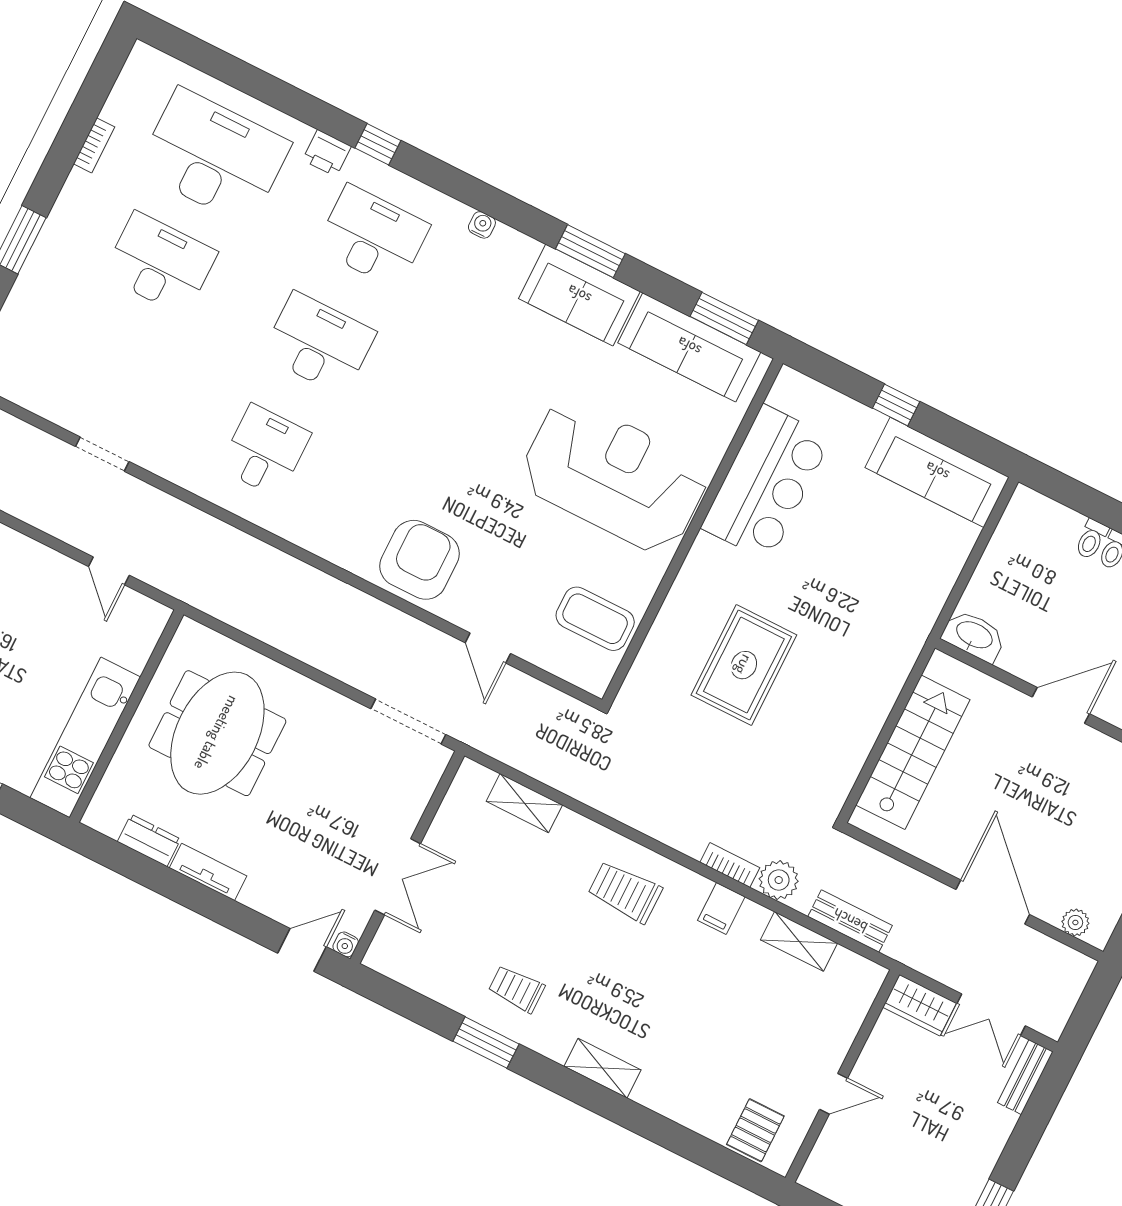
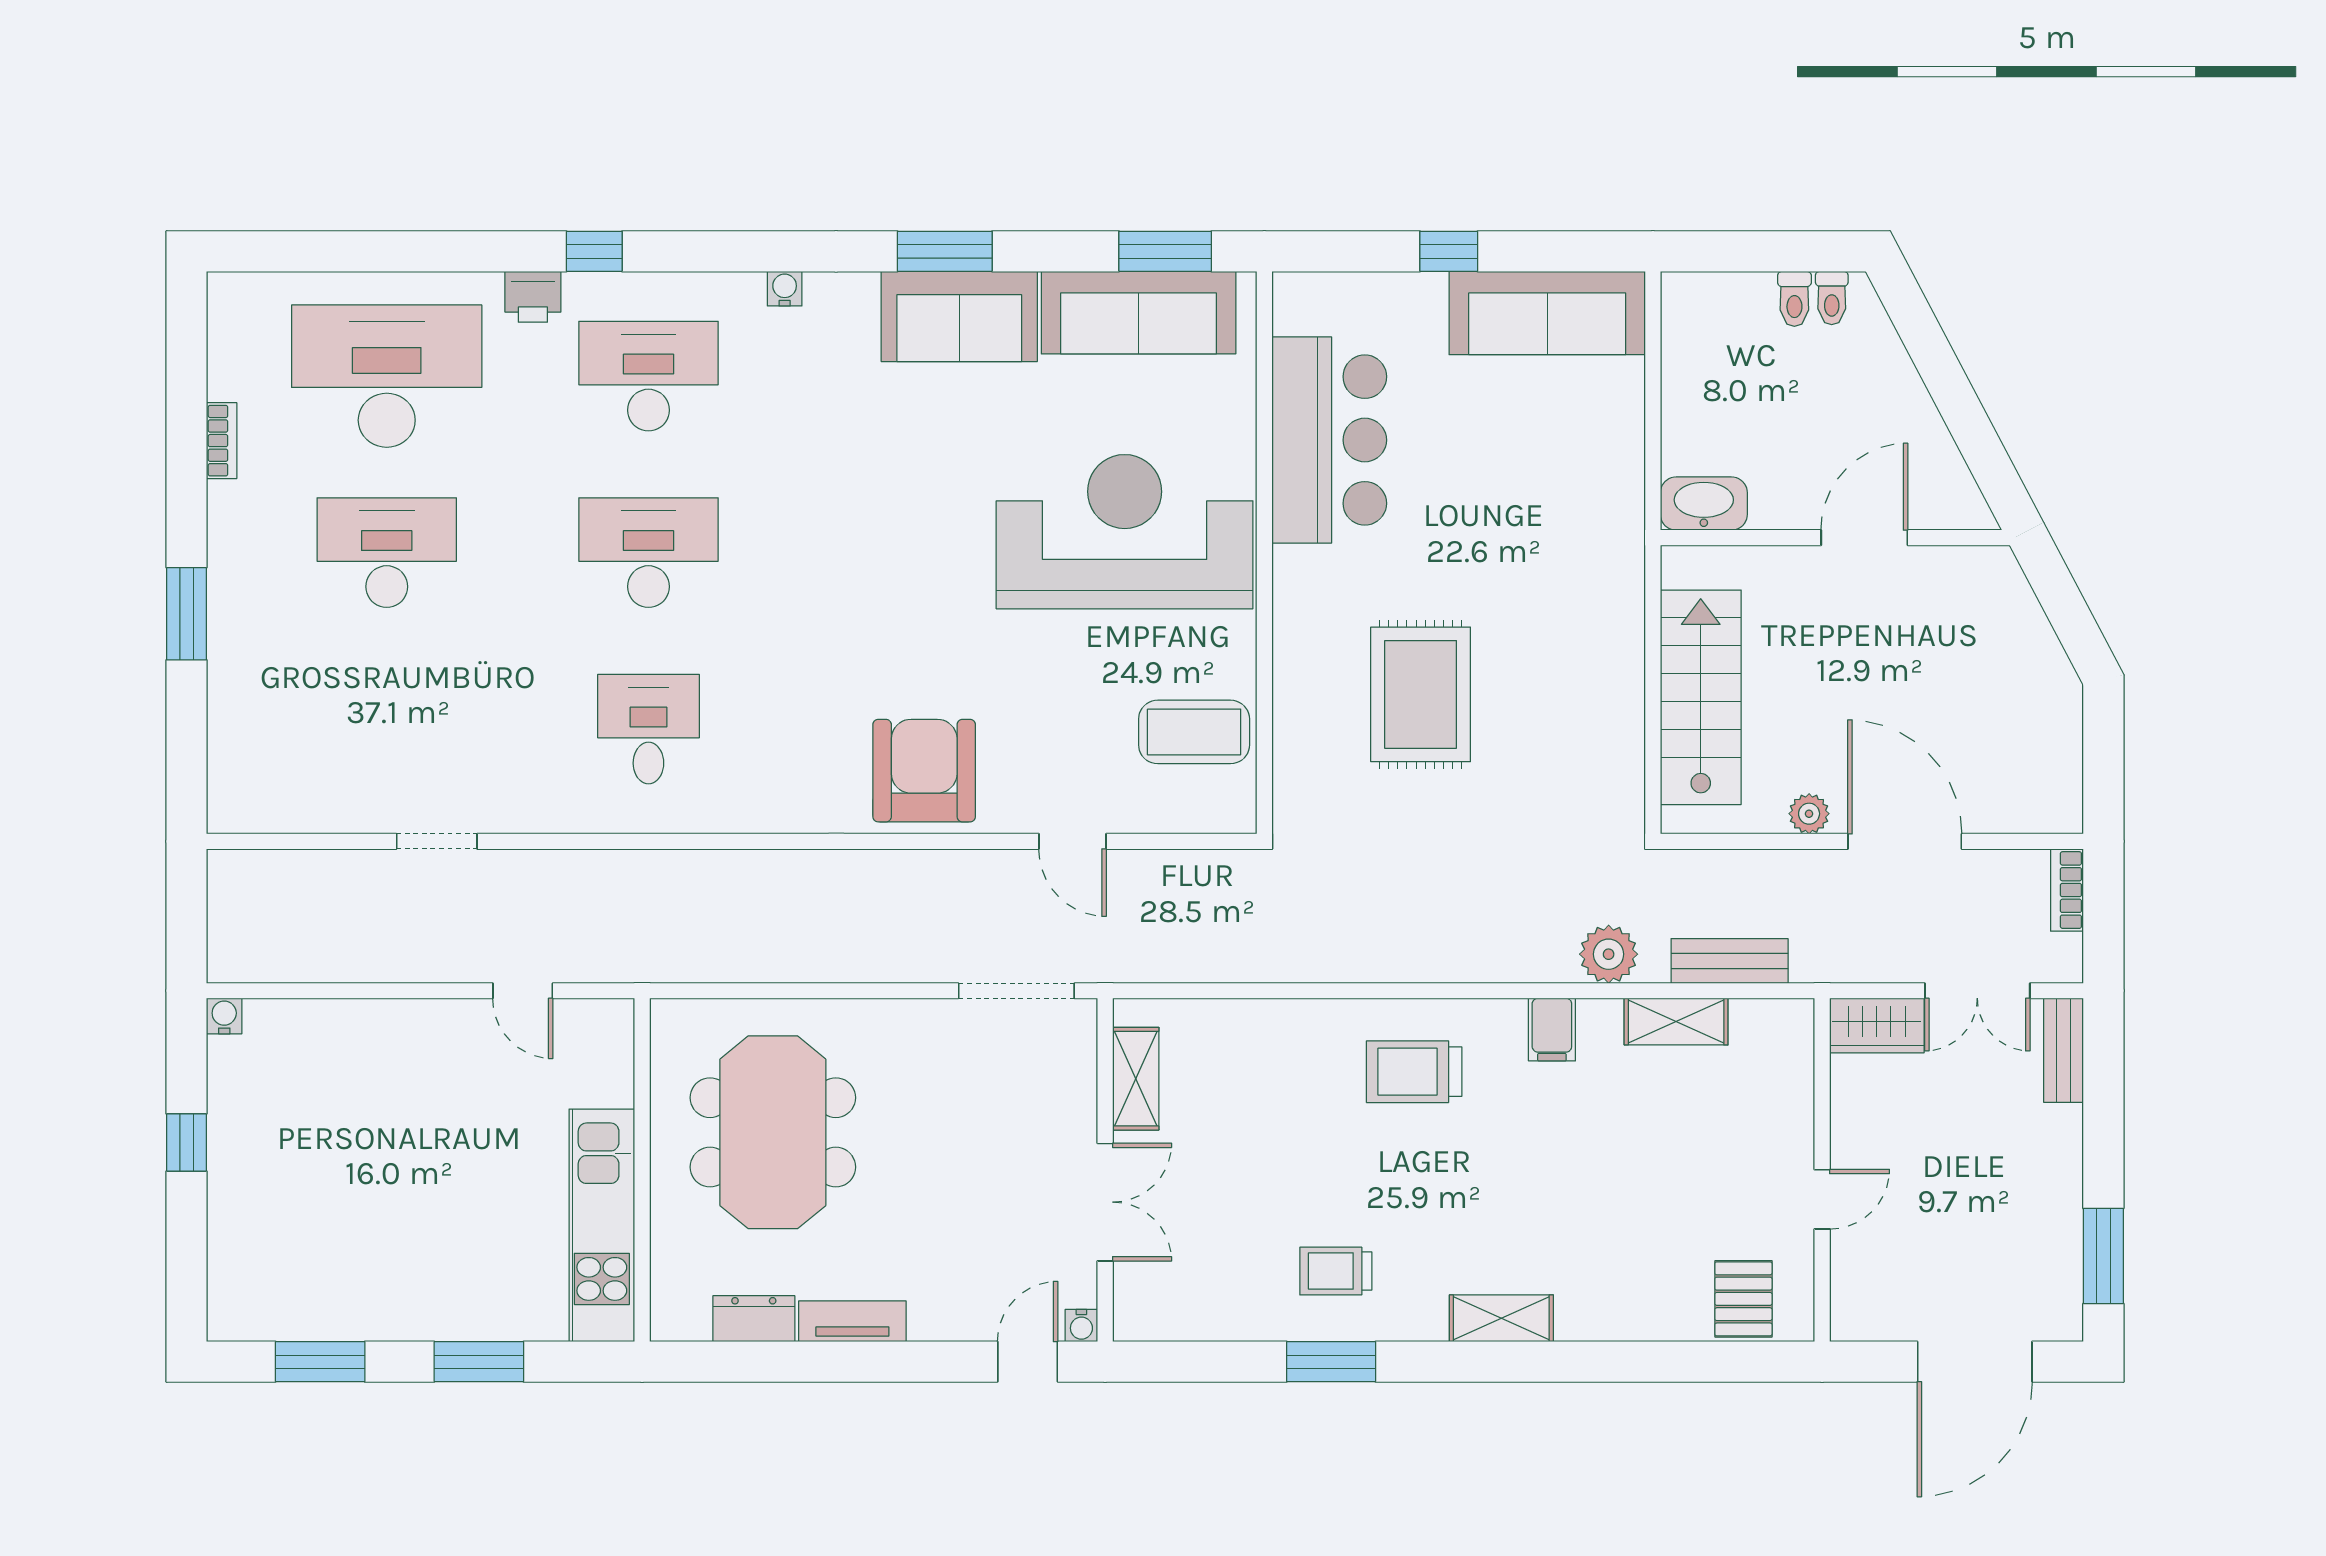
shelving: (524, 803) -> (1136, 1079), moved, turned 90
bookcase: (730, 865) -> (2067, 890), moved, turned -90
plant: (1075, 922) -> (1809, 814), moved

